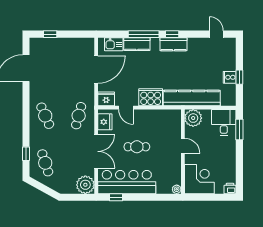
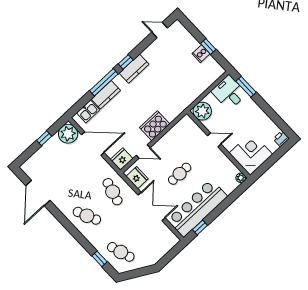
window: (50, 34) -> (44, 138), moved
door: (96, 70) -> (93, 144), hinge flipped
kitchen counter: (192, 98) -> (187, 97), removed
plant: (85, 185) -> (68, 134), moved

